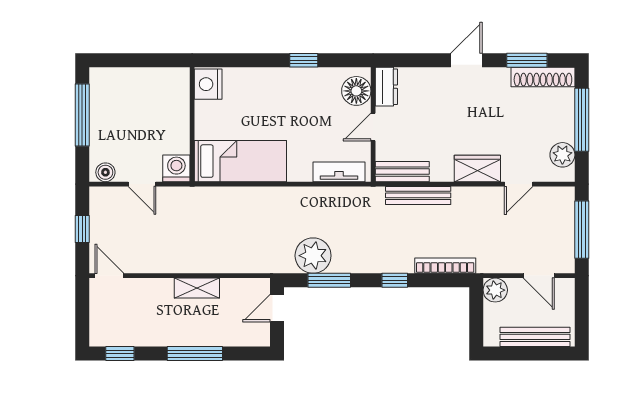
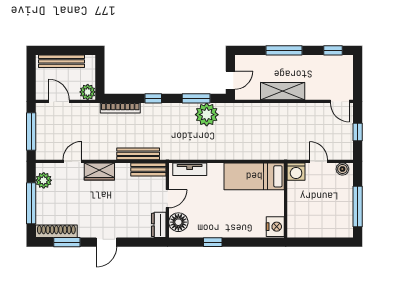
shelving: (197, 288) -> (283, 91), width x1.50, depth x1.33

